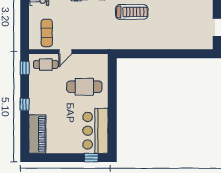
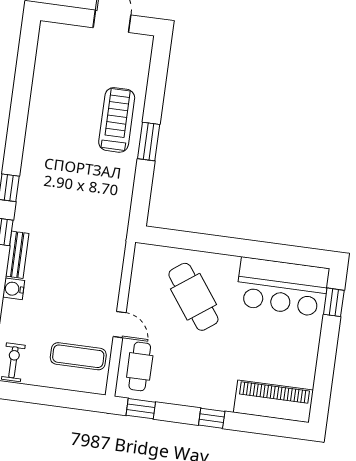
treadmill: (132, 12) -> (117, 120), moved
window: (159, 54) -> (149, 142), added
cafe table: (84, 87) -> (193, 297), turned -36

